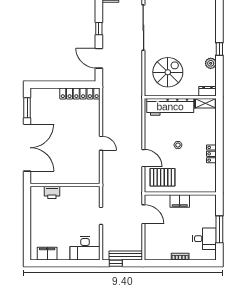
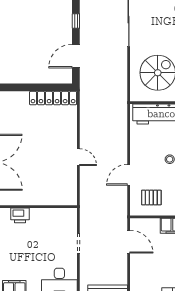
door: (99, 58) -> (76, 56), hinge flipped
door: (143, 158) -> (129, 175), swing flipped
pallet: (162, 177) -> (151, 197), width x0.67, depth x0.71

